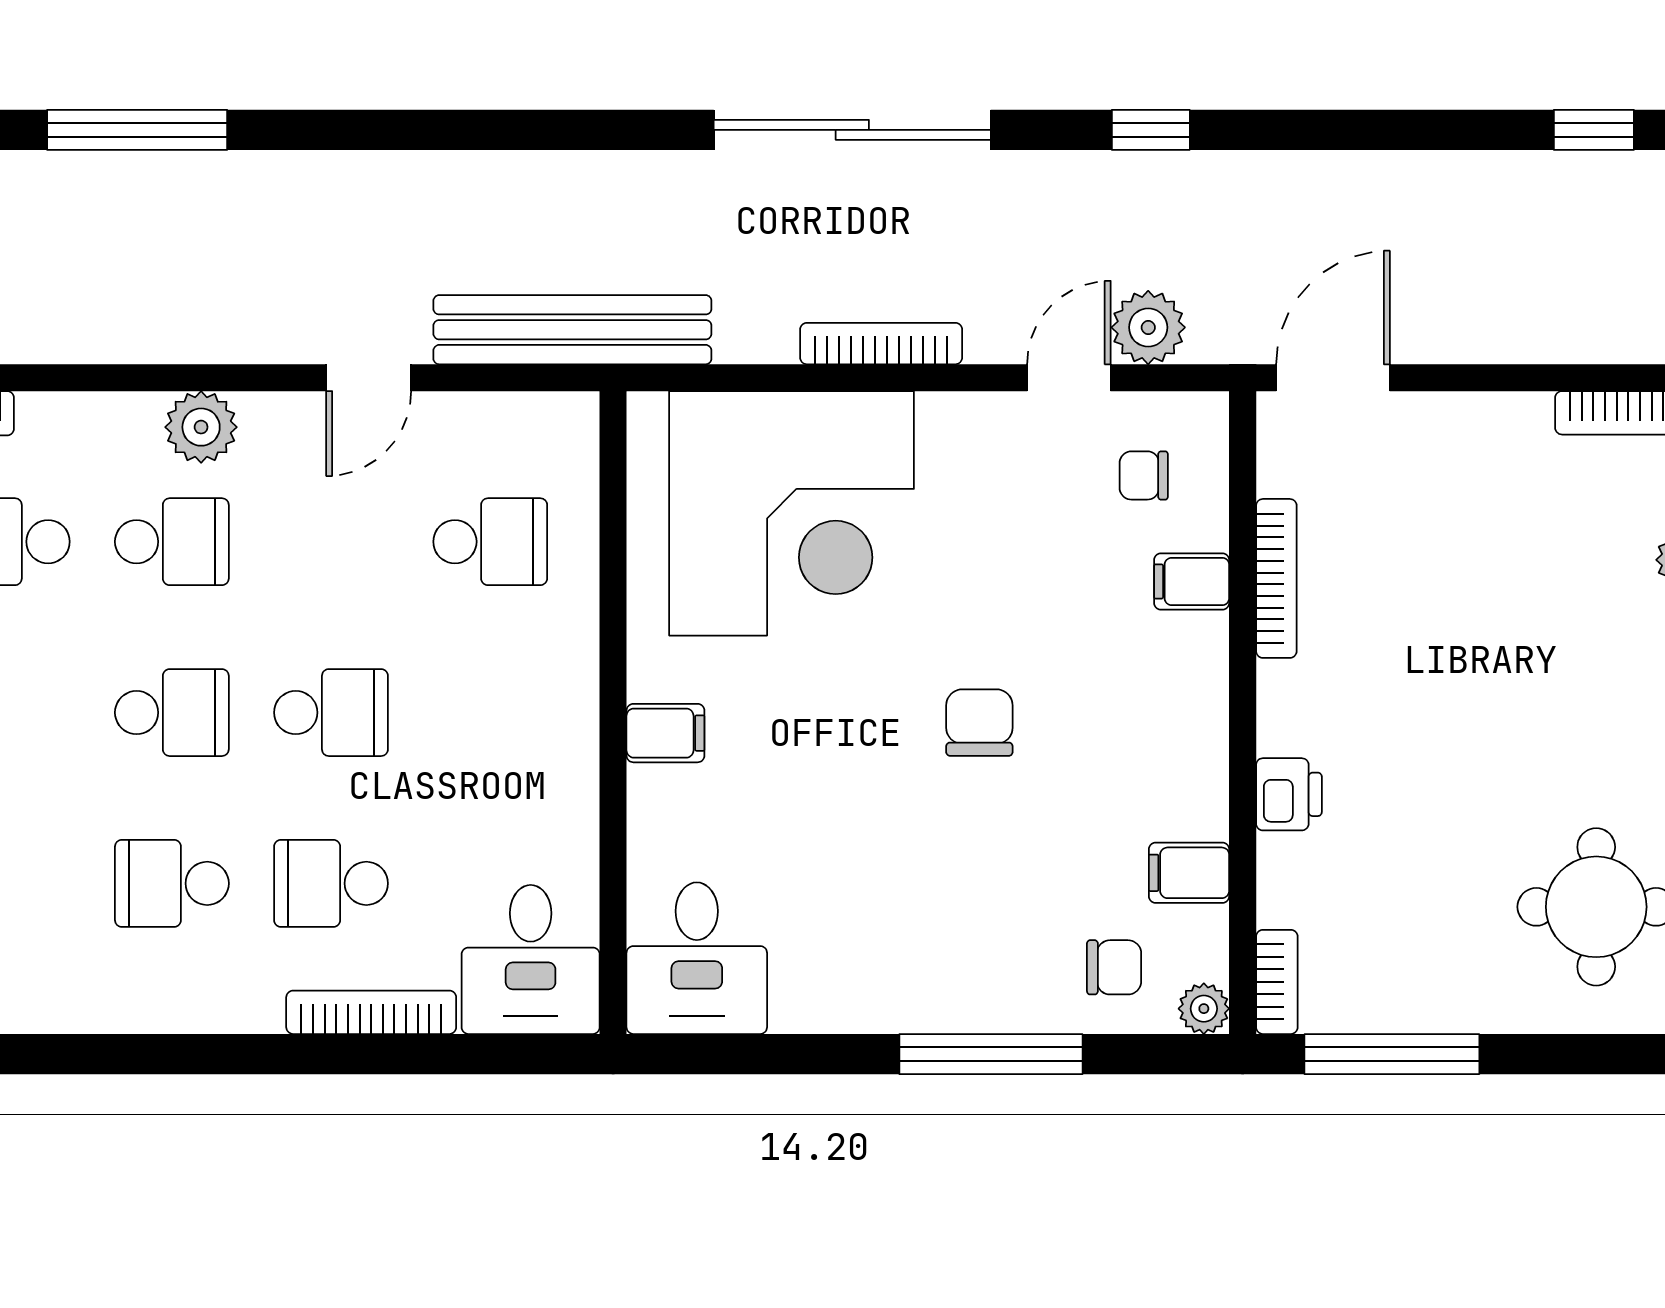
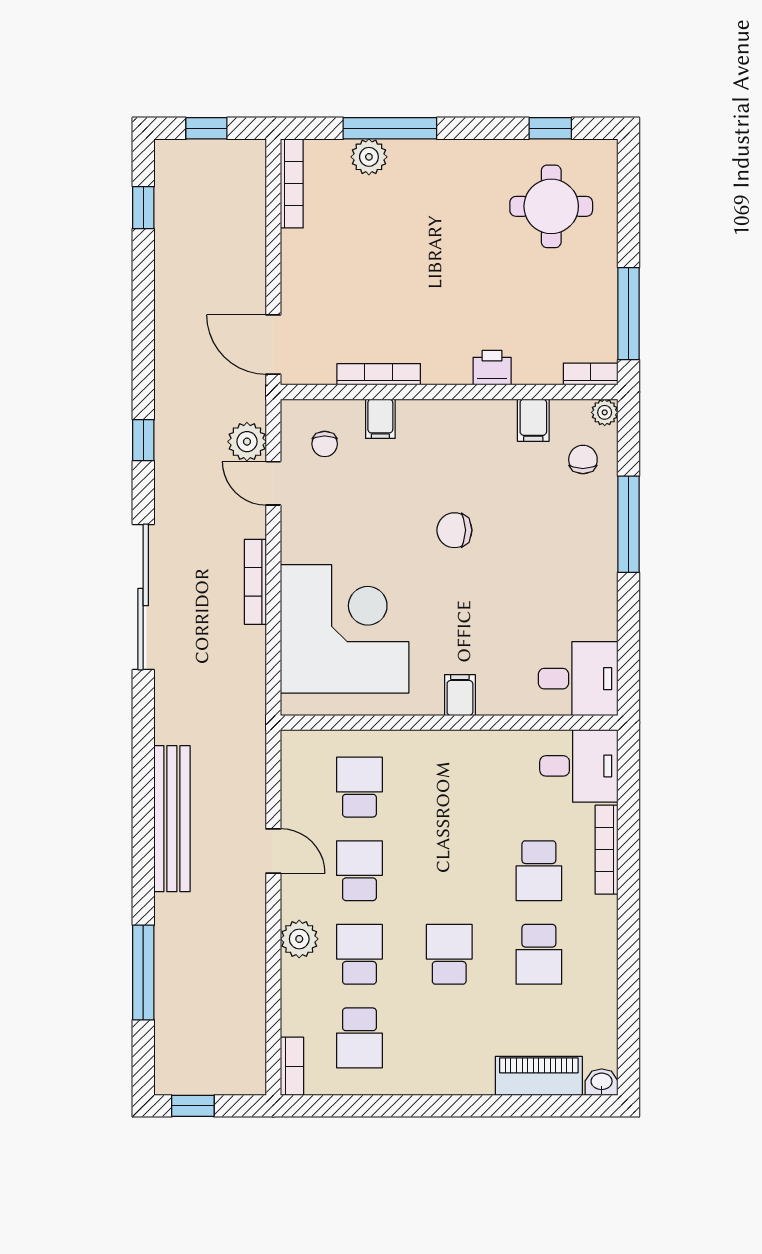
bench: (572, 330) -> (172, 819), moved
school desk: (331, 713) -> (359, 871), moved

